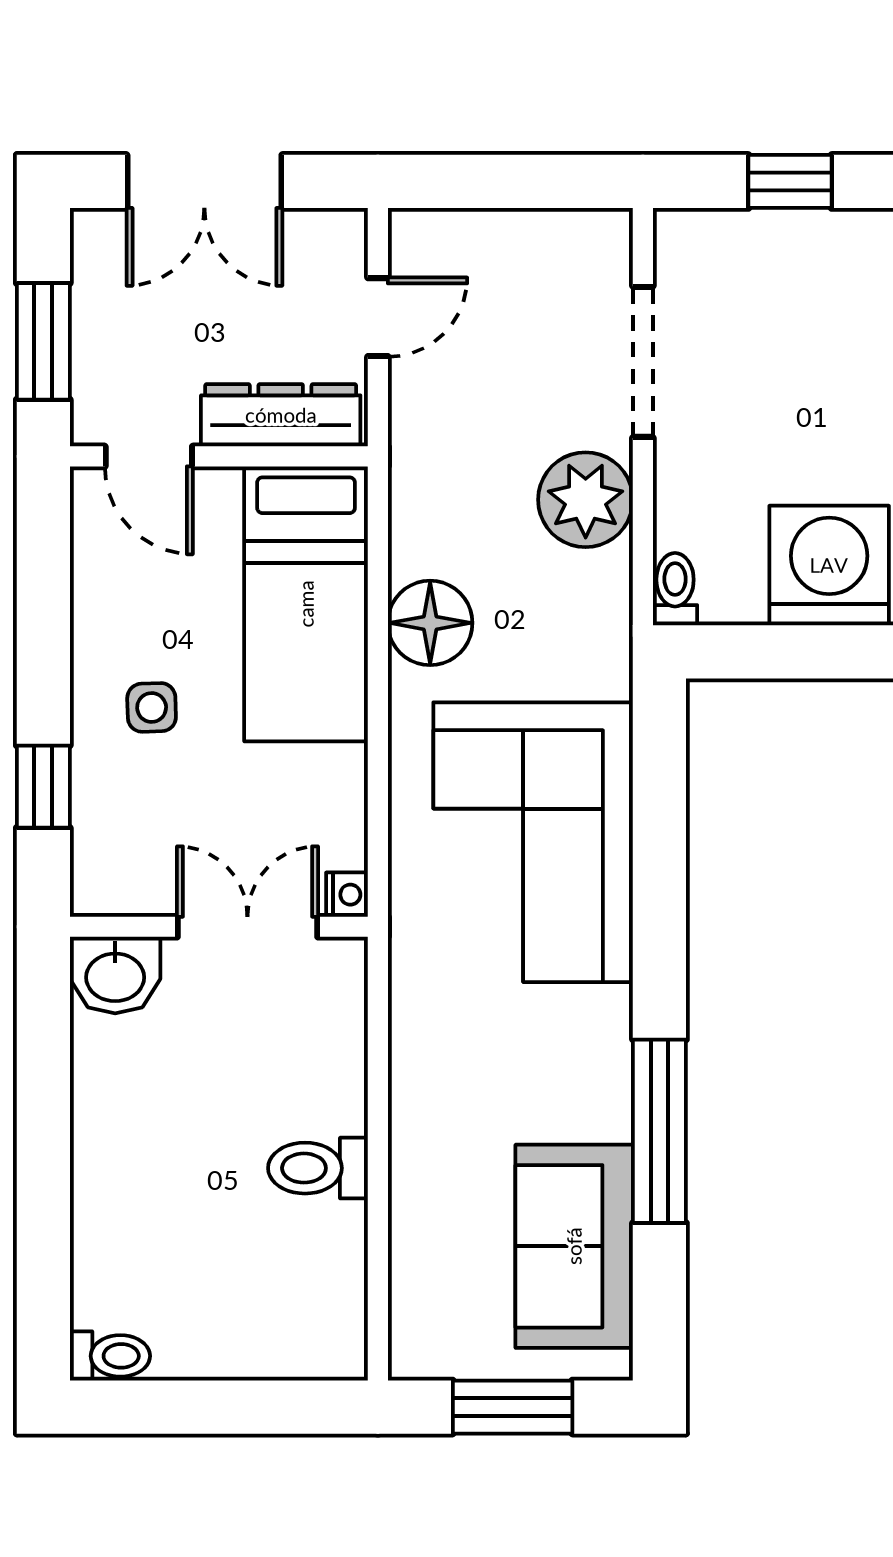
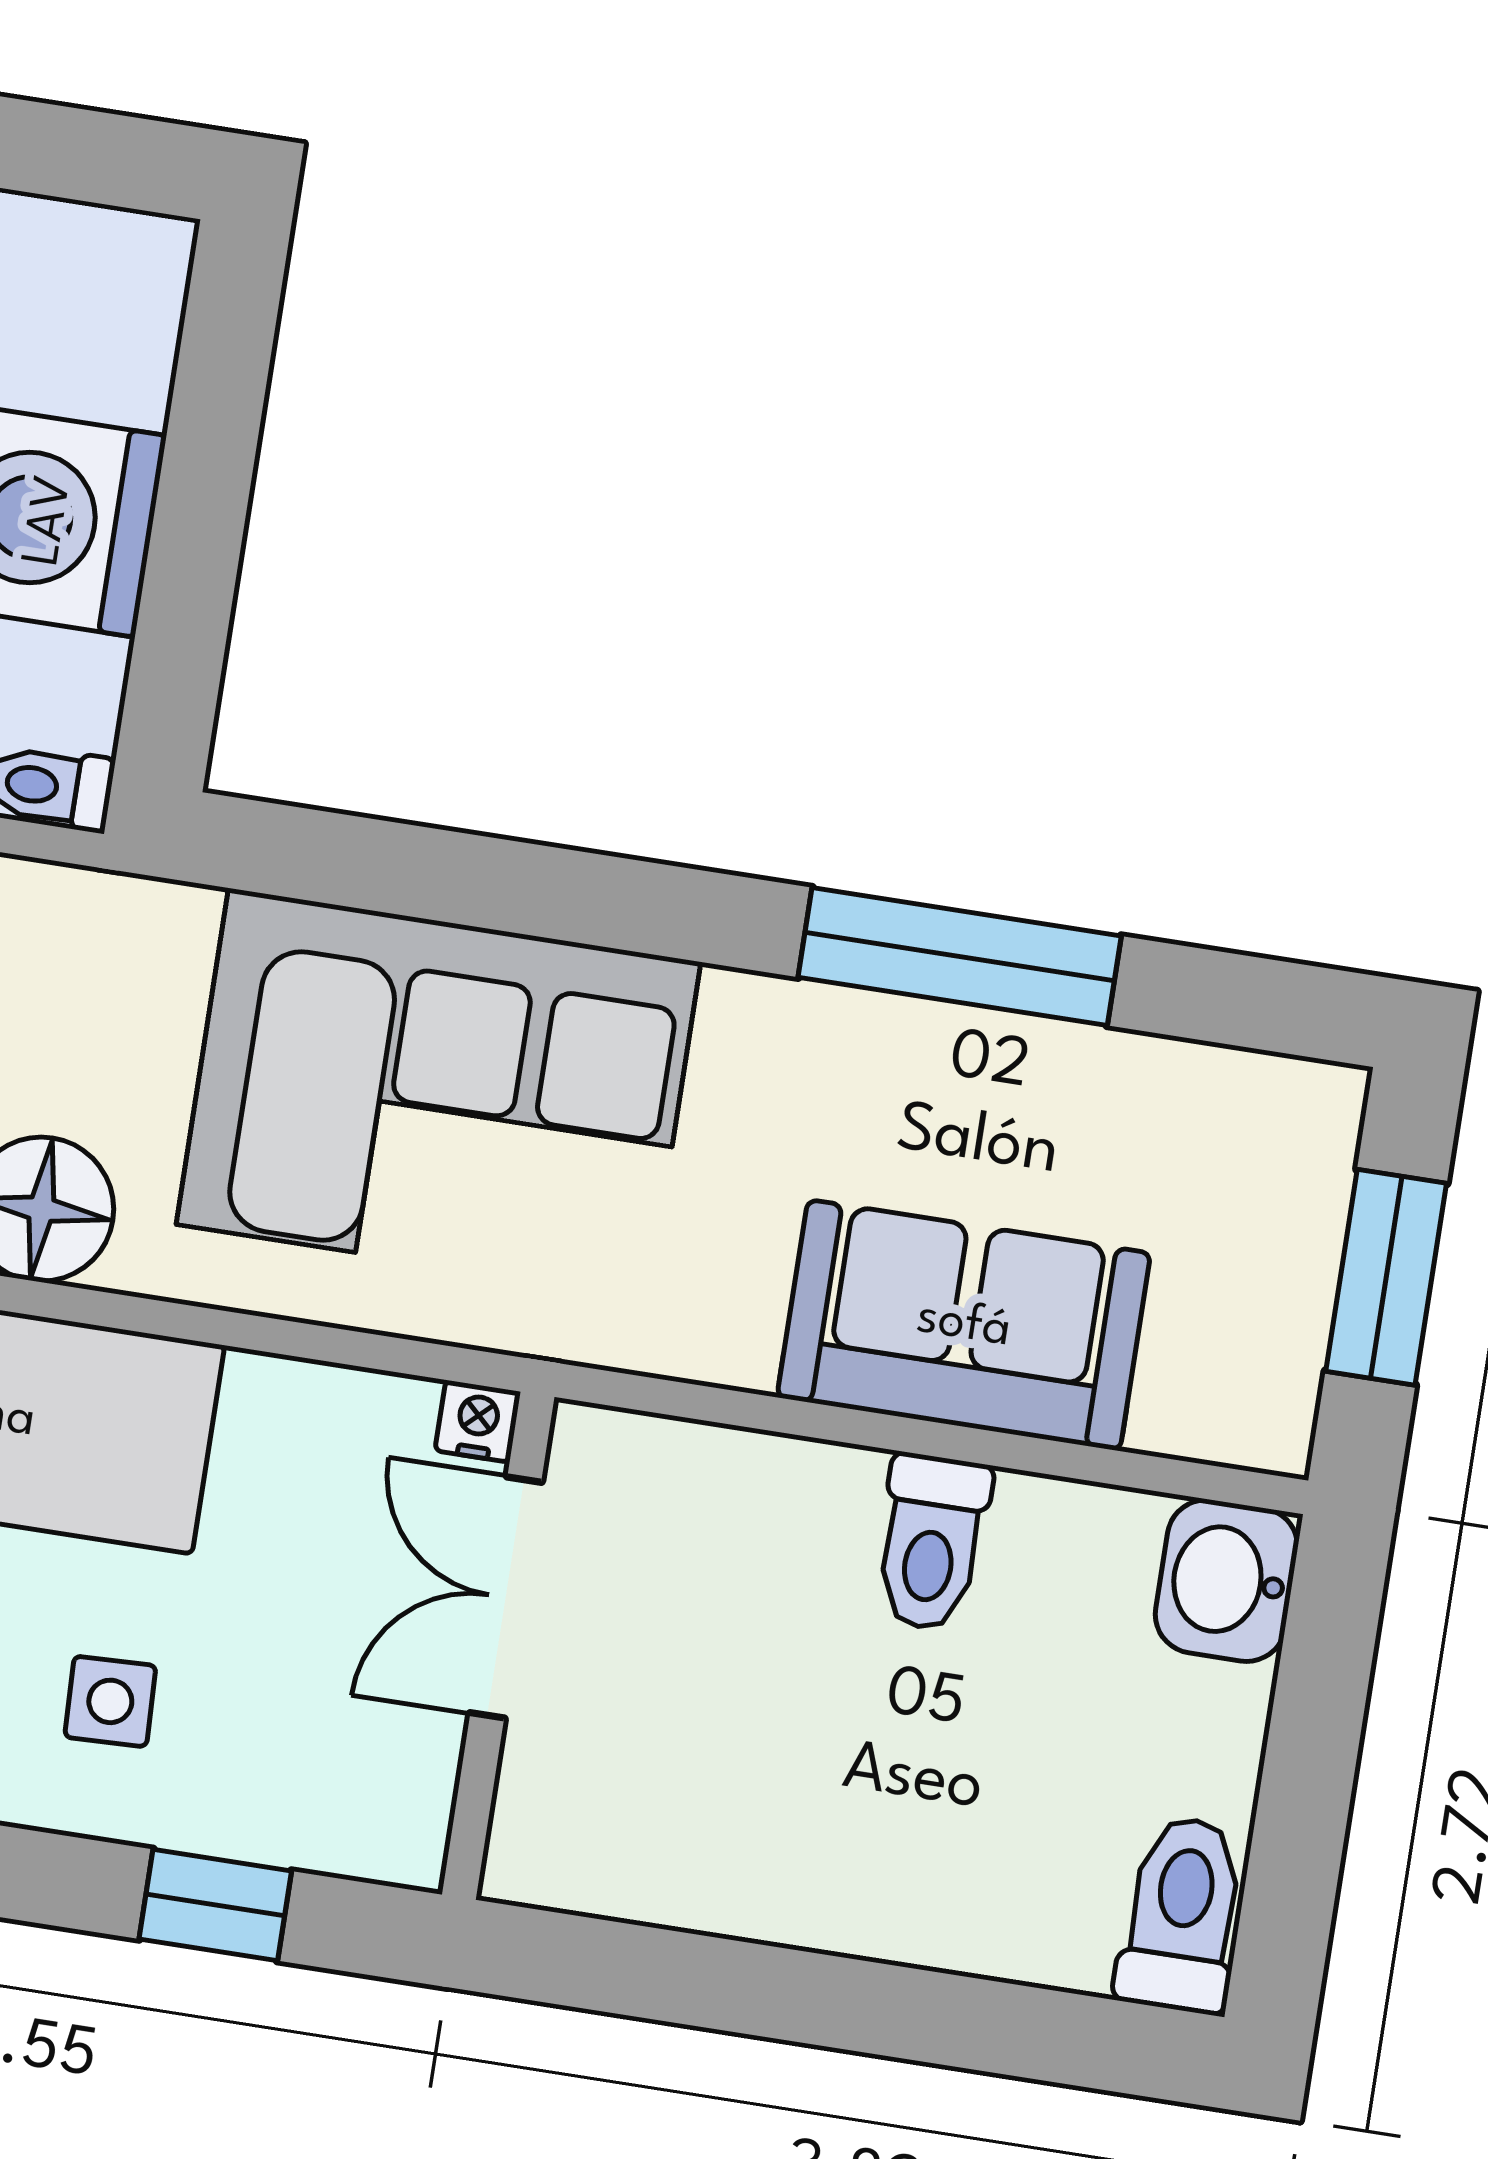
washbasin: (115, 975) -> (1226, 1581), moved, turned 180
sofa: (574, 1246) -> (964, 1325), moved, turned 180
toilet: (110, 1356) -> (1182, 1914), width x1.37, depth x1.39

